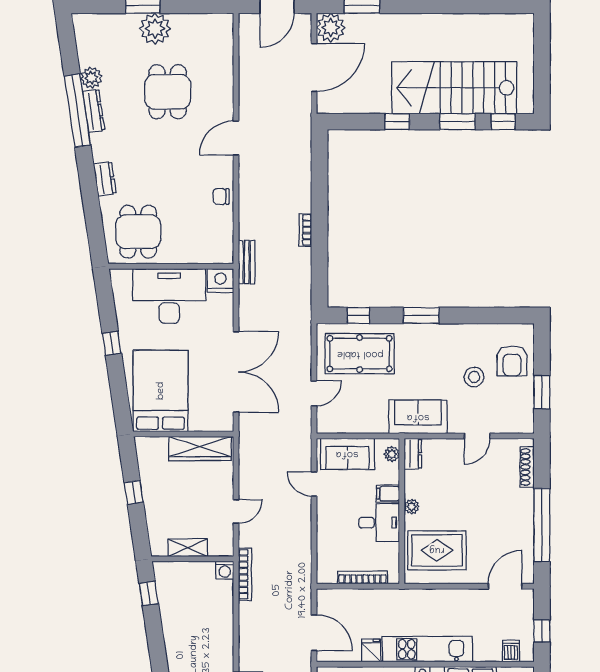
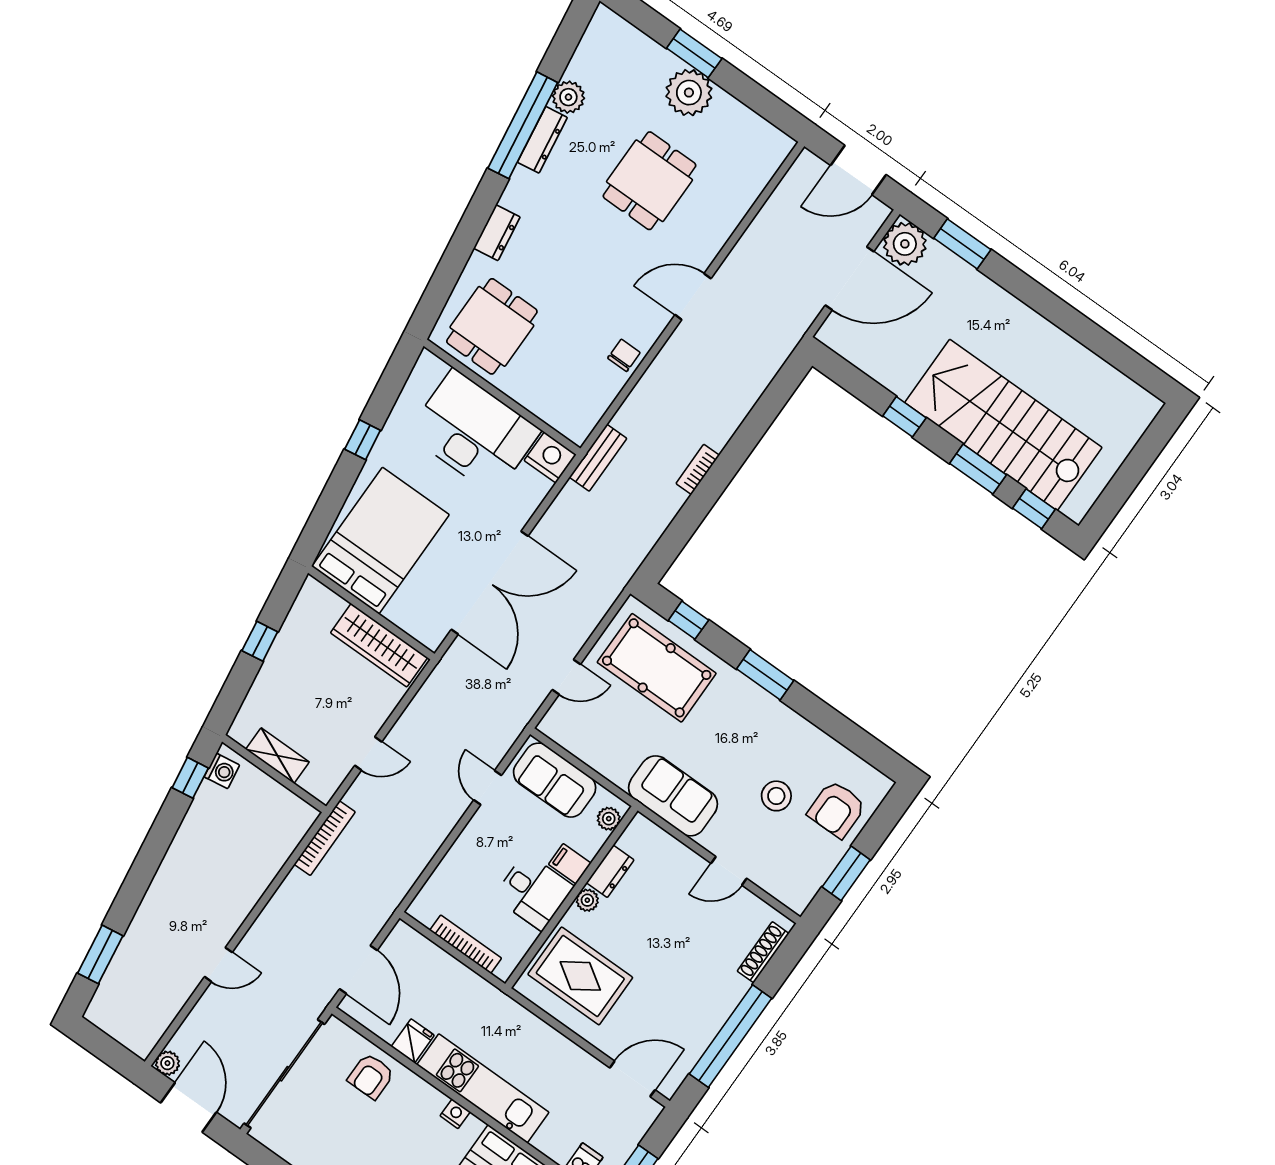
chair: (221, 196) -> (624, 355), turned 90
dresser: (413, 454) -> (610, 871), moved
washing machine: (225, 570) -> (222, 771), moved, turned -98

